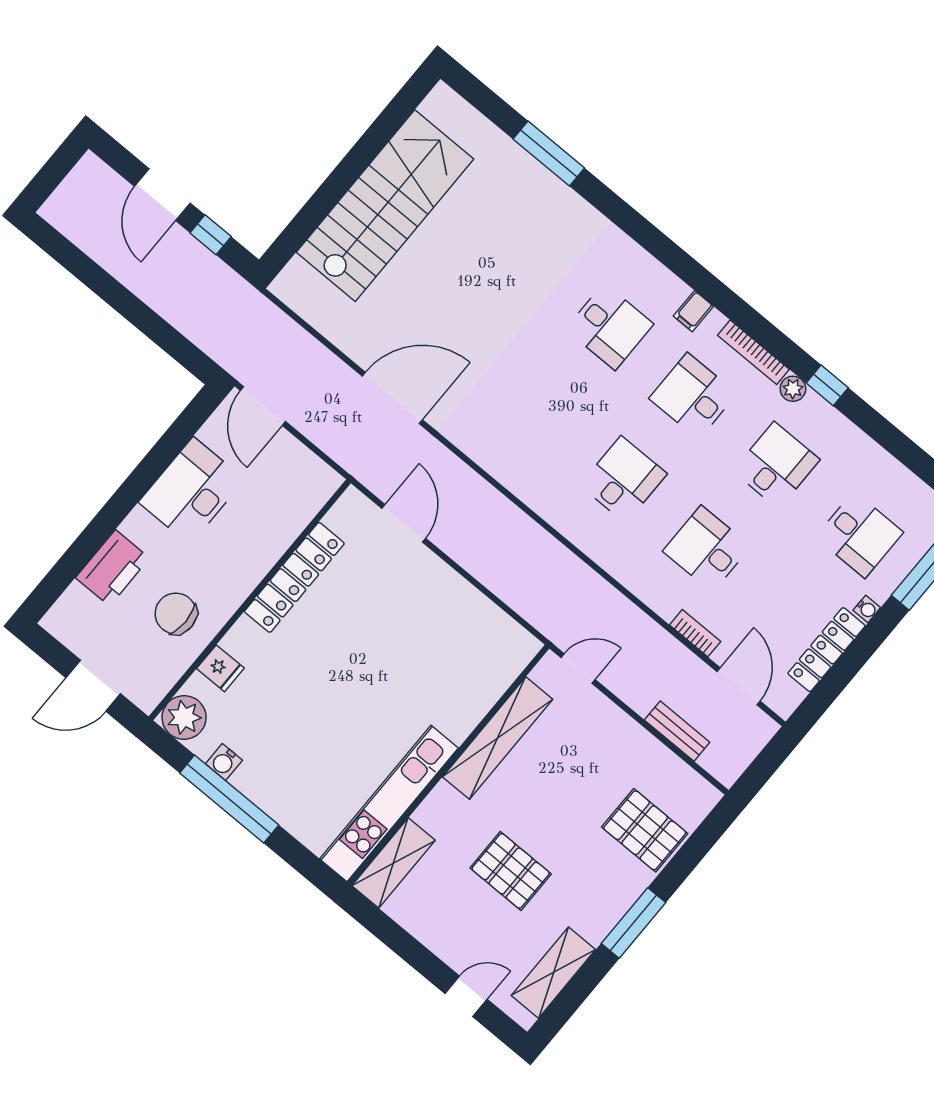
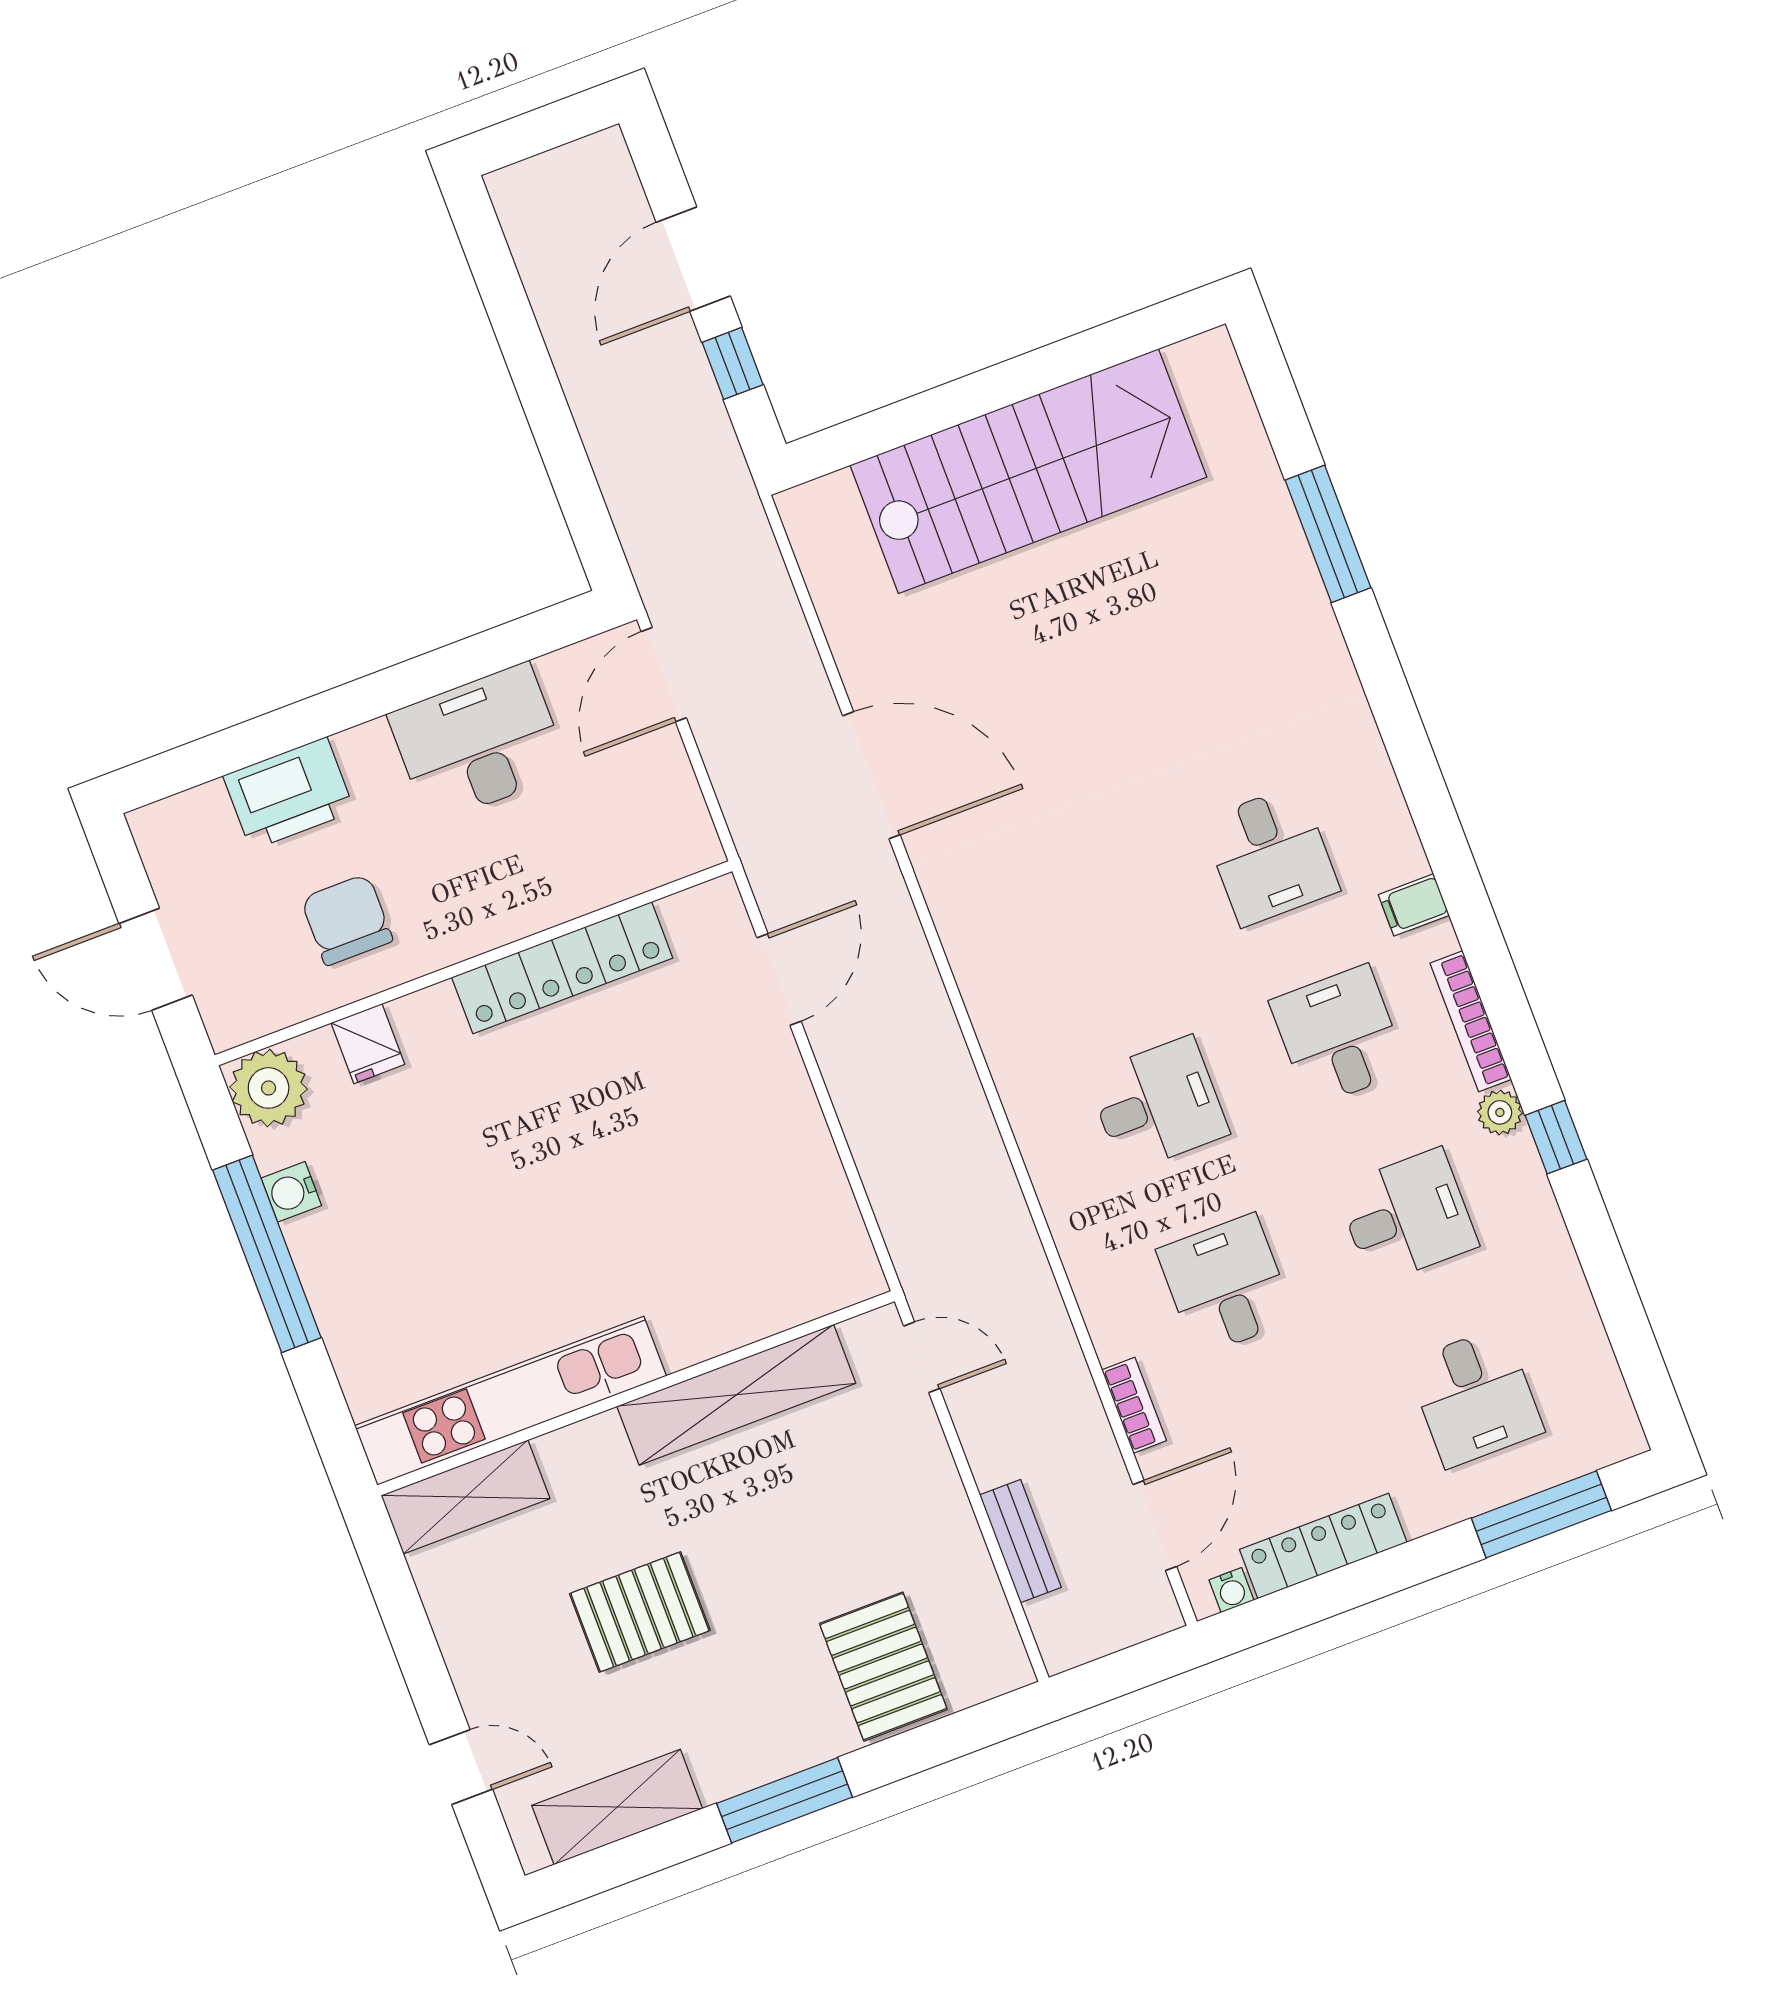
water cooler: (867, 609) -> (1231, 1590), moved
pallet: (511, 871) -> (640, 1612), turned 90

